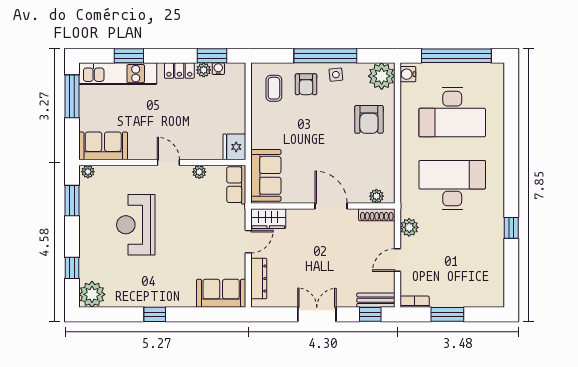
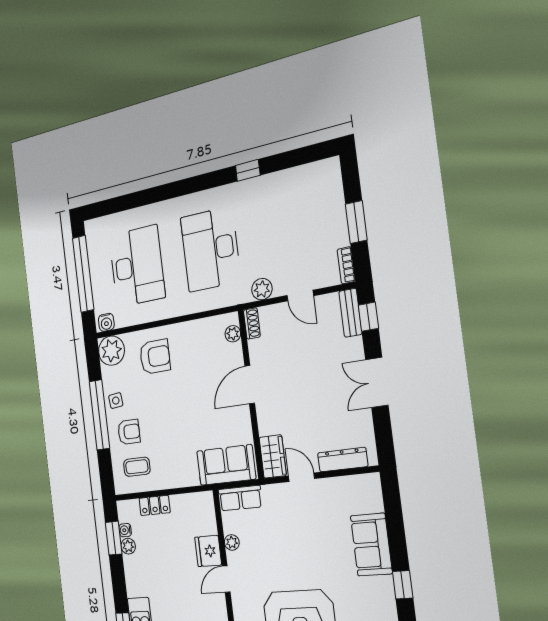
locker: (179, 71) -> (155, 505), moved, turned 90
fridge: (234, 147) -> (208, 551), moved, turned 90
shoe rack: (377, 215) -> (252, 323), width x0.70
sofa: (221, 293) -> (371, 545), moved

